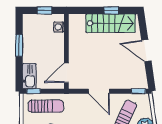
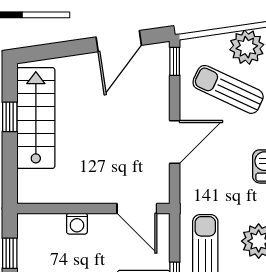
washing machine: (59, 27) -> (77, 224), moved
door: (146, 51) -> (119, 41), moved

